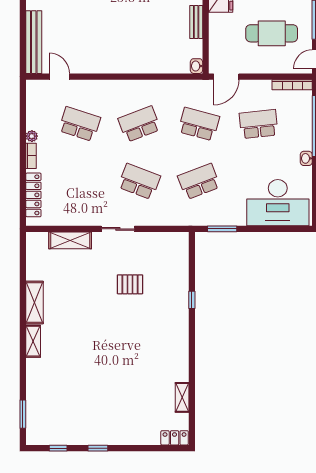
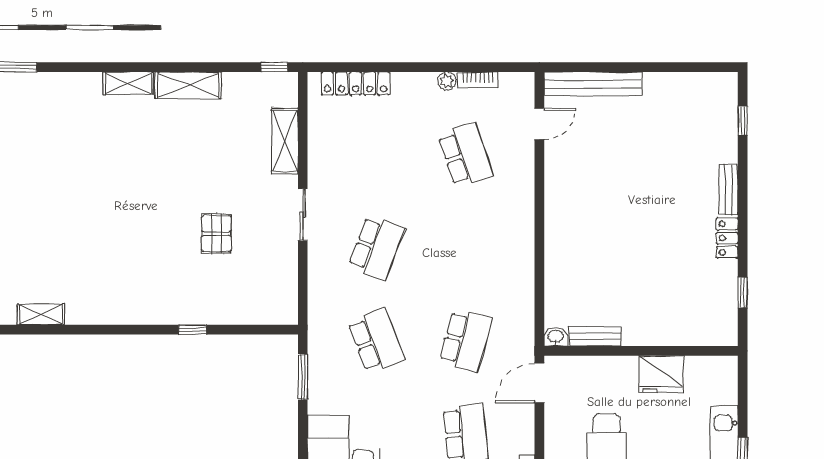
bench: (196, 22) -> (595, 336), moved
door: (226, 77) -> (539, 383), hinge flipped
school desk: (80, 124) -> (466, 155), turned -36
school desk: (139, 124) -> (466, 248), removed
bookcase: (31, 156) -> (478, 80), moved
window: (23, 247) -> (274, 67), added

